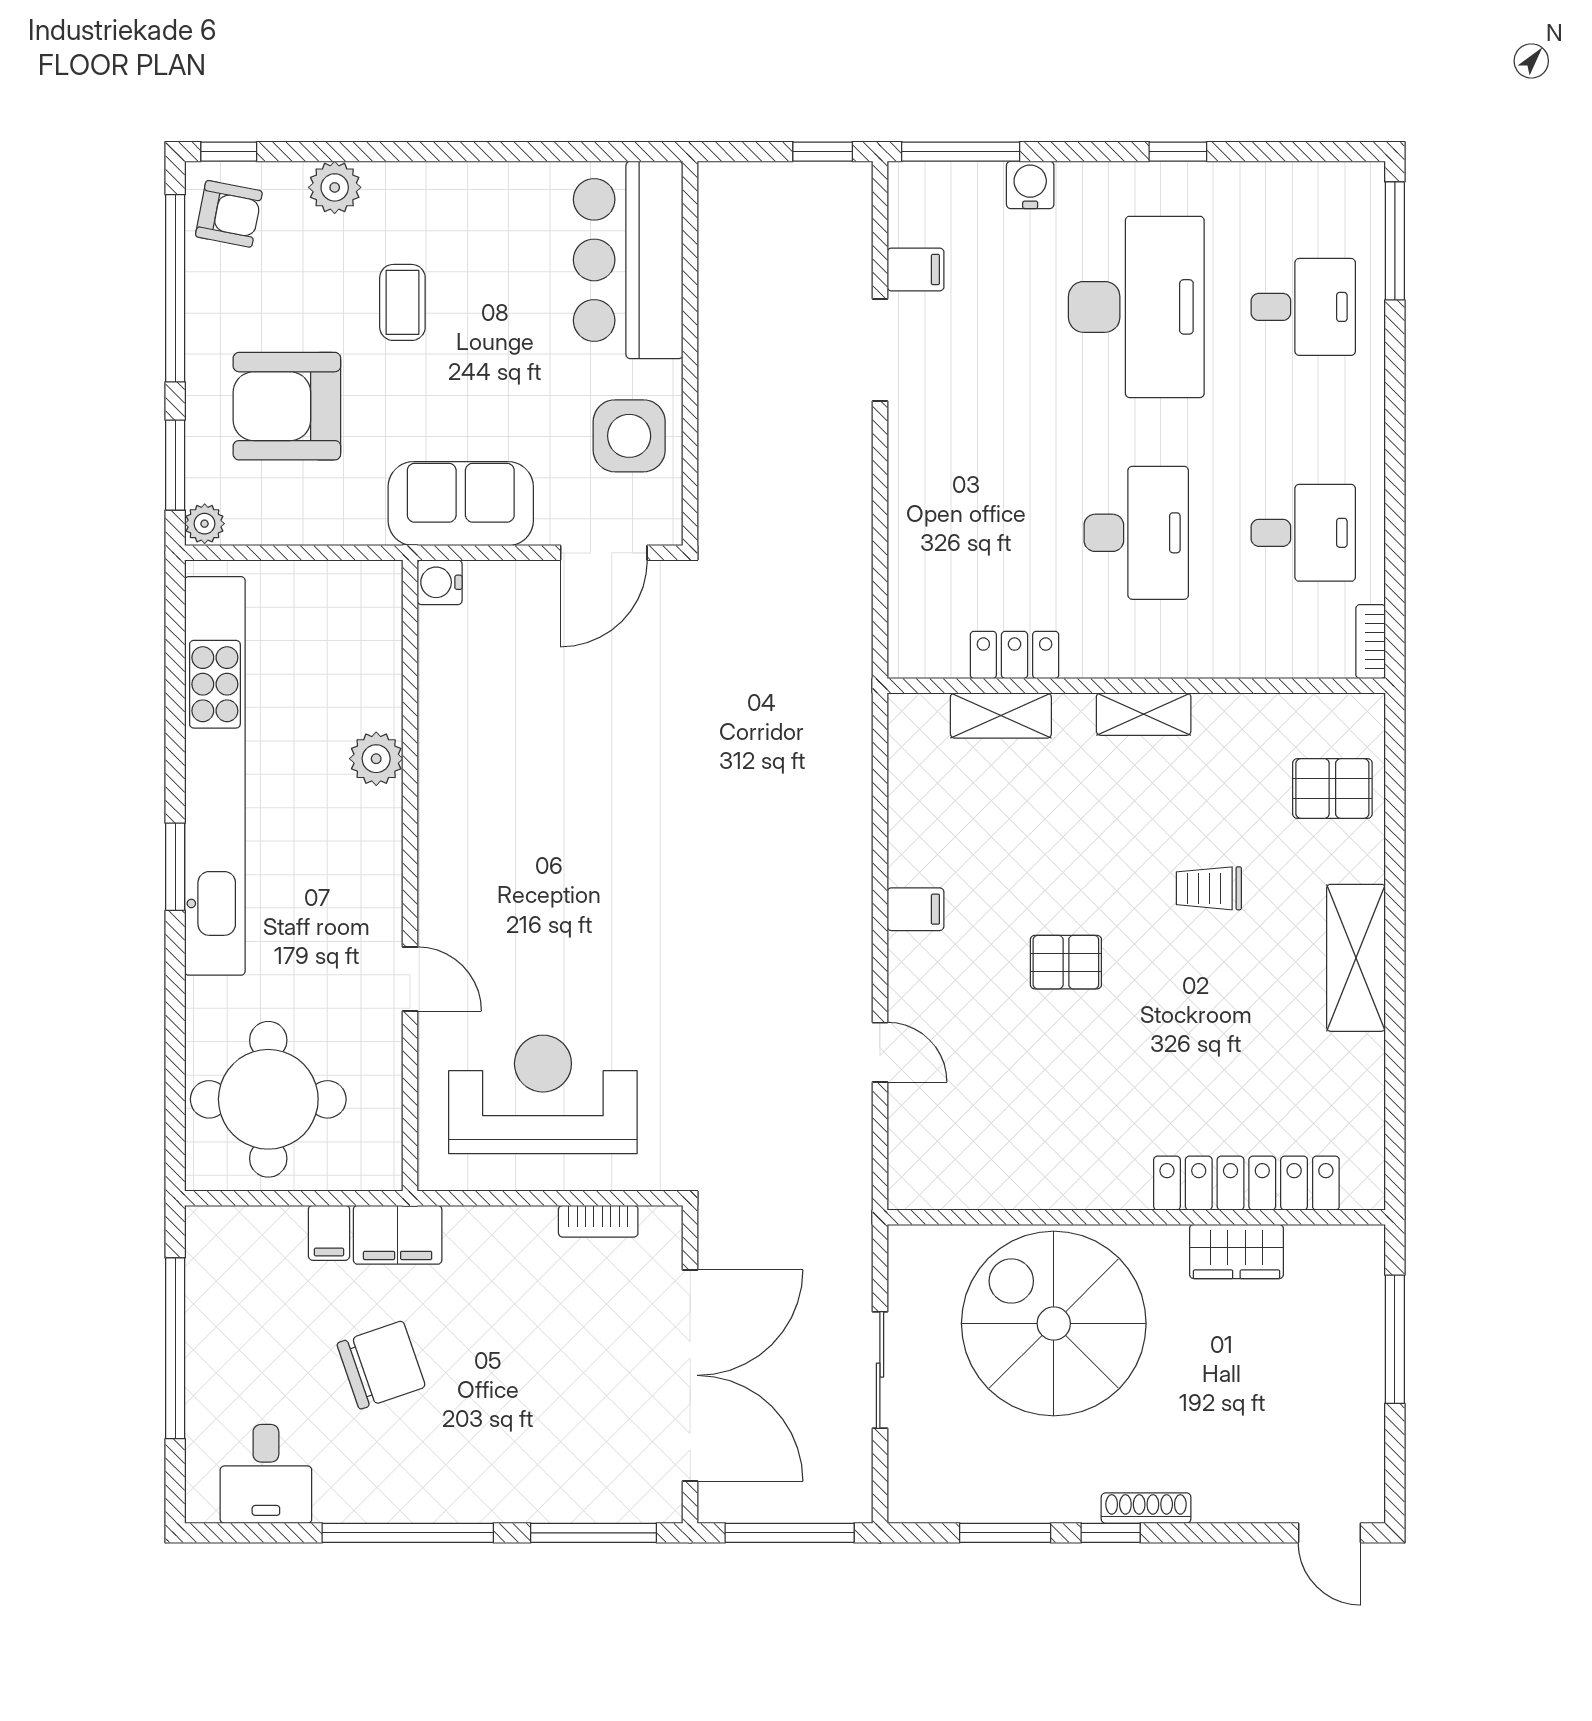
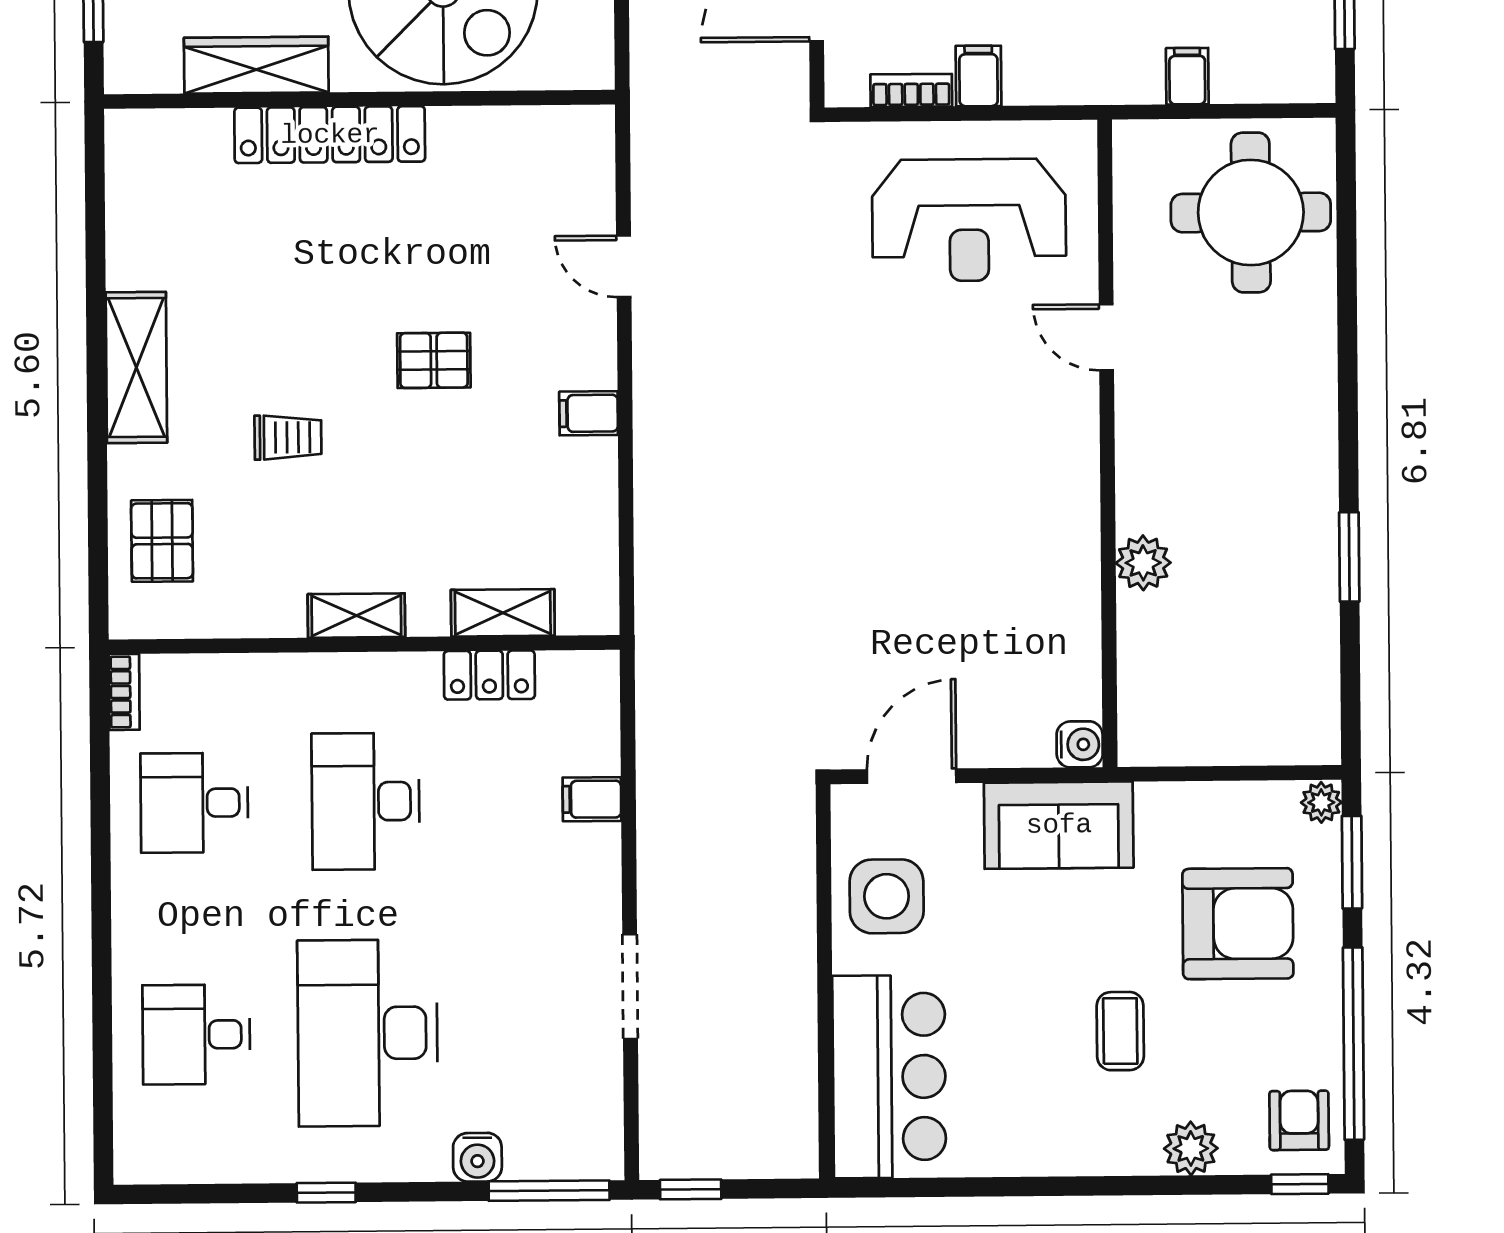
armchair: (229, 214) -> (1299, 1120), turned 79
window: (1395, 241) -> (103, 1103), removed
filing cabinet: (916, 269) -> (592, 799), moved
kitchen unit: (215, 776) -> (1308, 544), removed
pallet: (1332, 789) -> (162, 541), turned 90
window: (175, 867) -> (1349, 557), moved
locker: (1246, 1183) -> (330, 135), moved
filing cabinet: (398, 1235) -> (978, 76), moved, width x0.50
wardrobe: (1236, 1251) -> (256, 65), width x1.50

